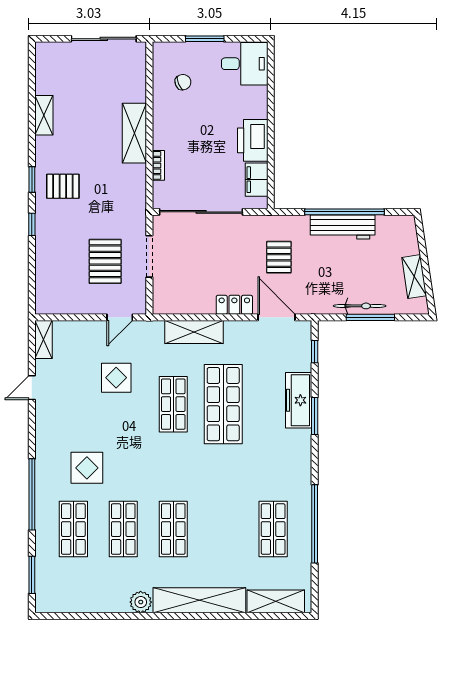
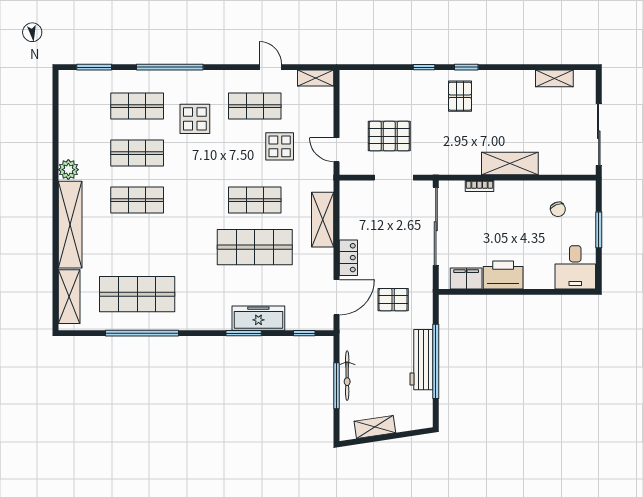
shelving: (44, 115) -> (554, 78), moved
shop shelf: (73, 404) -> (255, 106), added
shop shelf: (273, 529) -> (137, 294), width x1.43, depth x1.36

